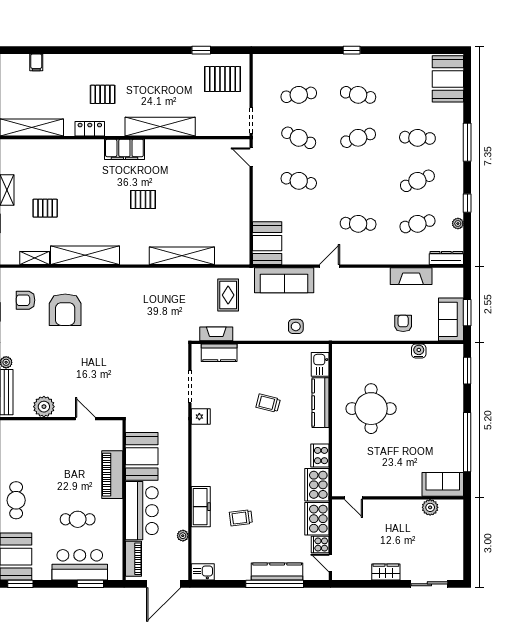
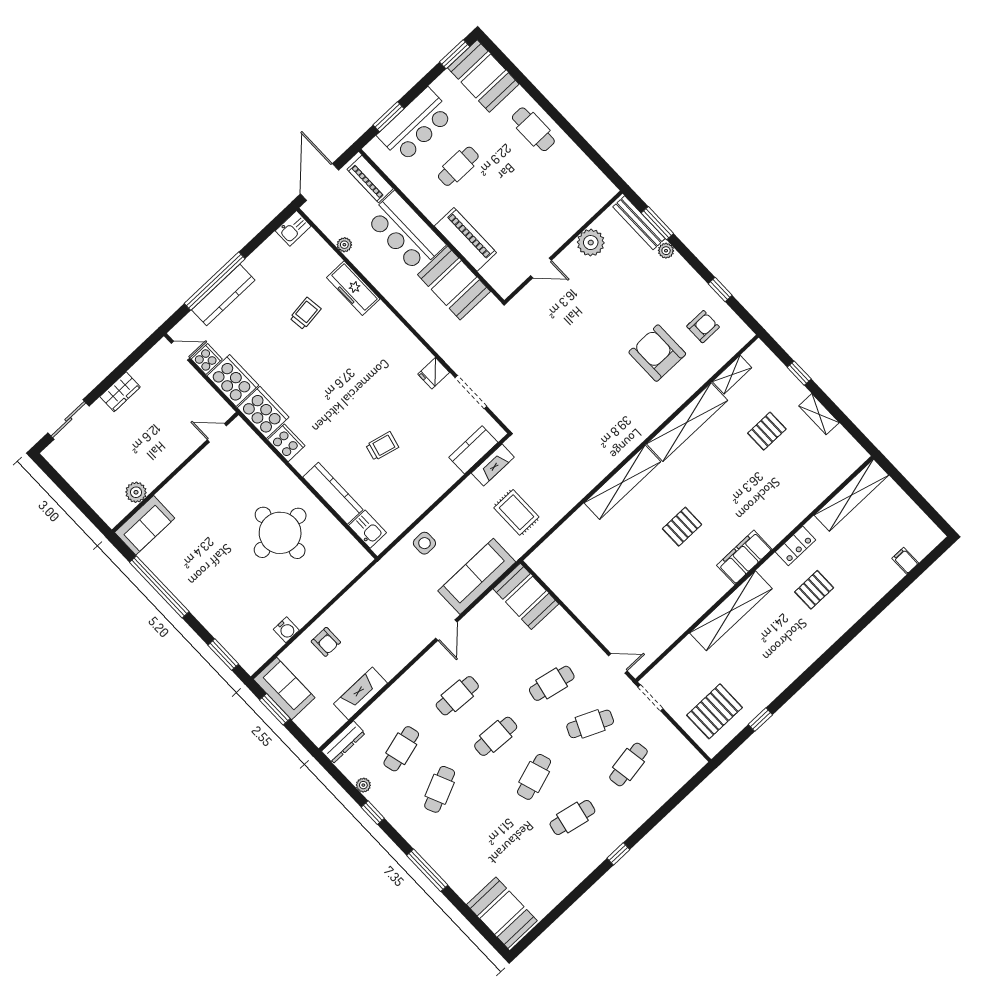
cafe table: (417, 138) -> (496, 736), moved
shelving: (182, 256) -> (622, 482), moved

